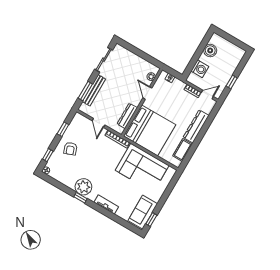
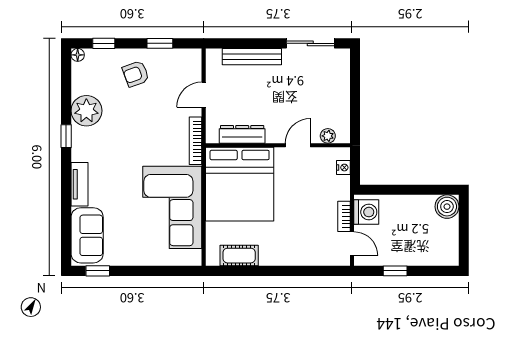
boiler: (210, 50) -> (447, 207), moved
washing machine: (200, 69) -> (366, 212), moved, turned -90
window: (85, 91) -> (243, 43), removed
dresser: (196, 126) -> (290, 255), removed
plant: (83, 187) -> (86, 111), moved
sofa: (143, 212) -> (87, 235), moved, turned 90

